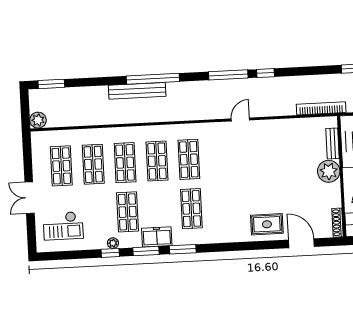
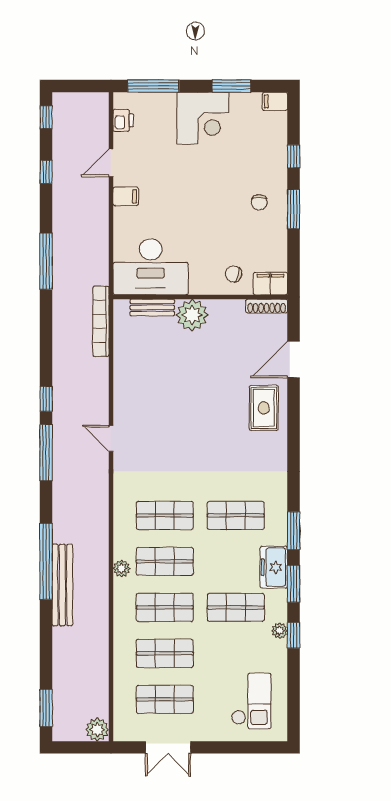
plant: (151, 131) -> (121, 568), added
double door: (30, 198) -> (168, 747), moved

